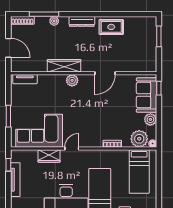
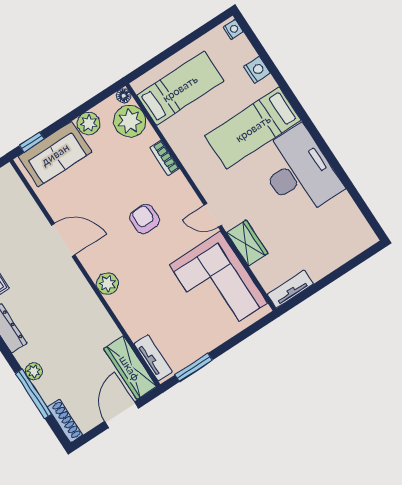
wardrobe: (64, 66) -> (130, 368), moved
window: (8, 116) -> (194, 368), moved
armchair: (90, 116) -> (145, 219), added
window: (8, 165) -> (302, 297), removed
tv unit: (15, 180) -> (290, 289), moved, width x0.71

